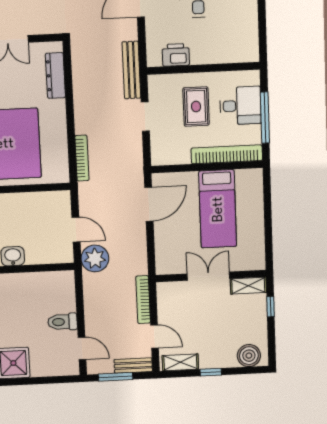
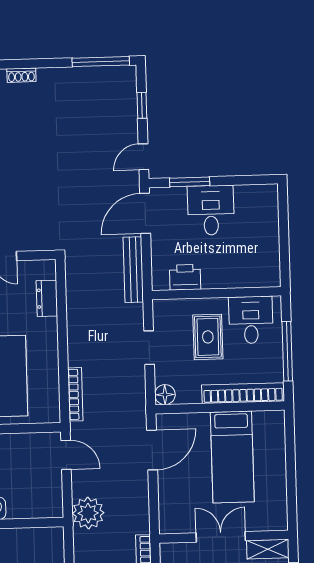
bench: (131, 70) -> (133, 270), moved
dresser: (55, 75) -> (47, 298), width x0.70
desk: (240, 106) -> (251, 320), moved, turned -90
floor lamp: (159, 157) -> (165, 395), added
door: (76, 230) -> (66, 455), moved

